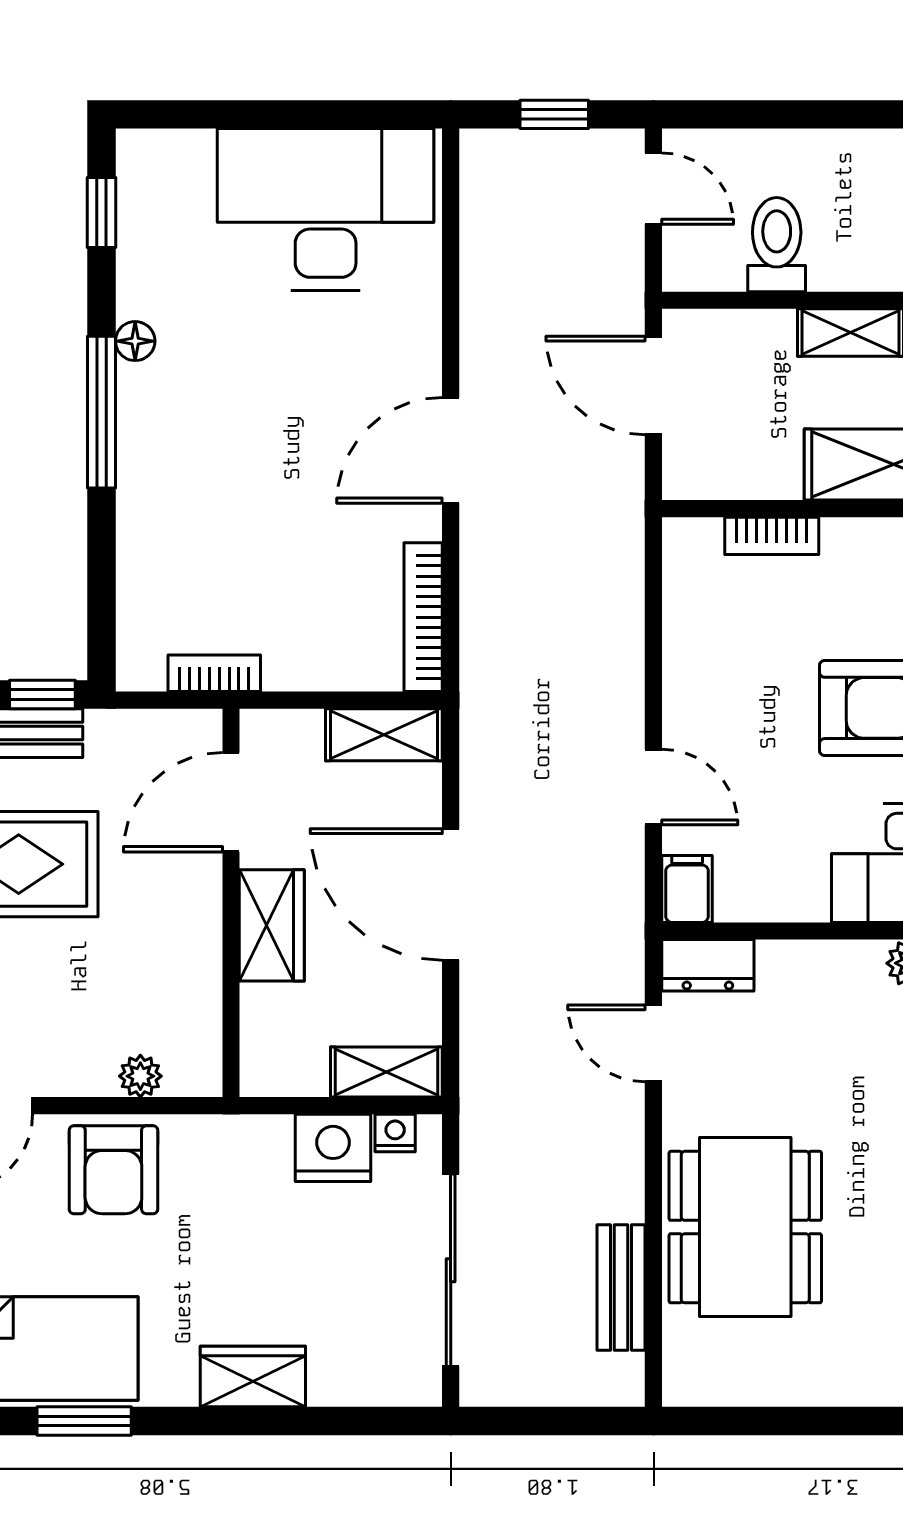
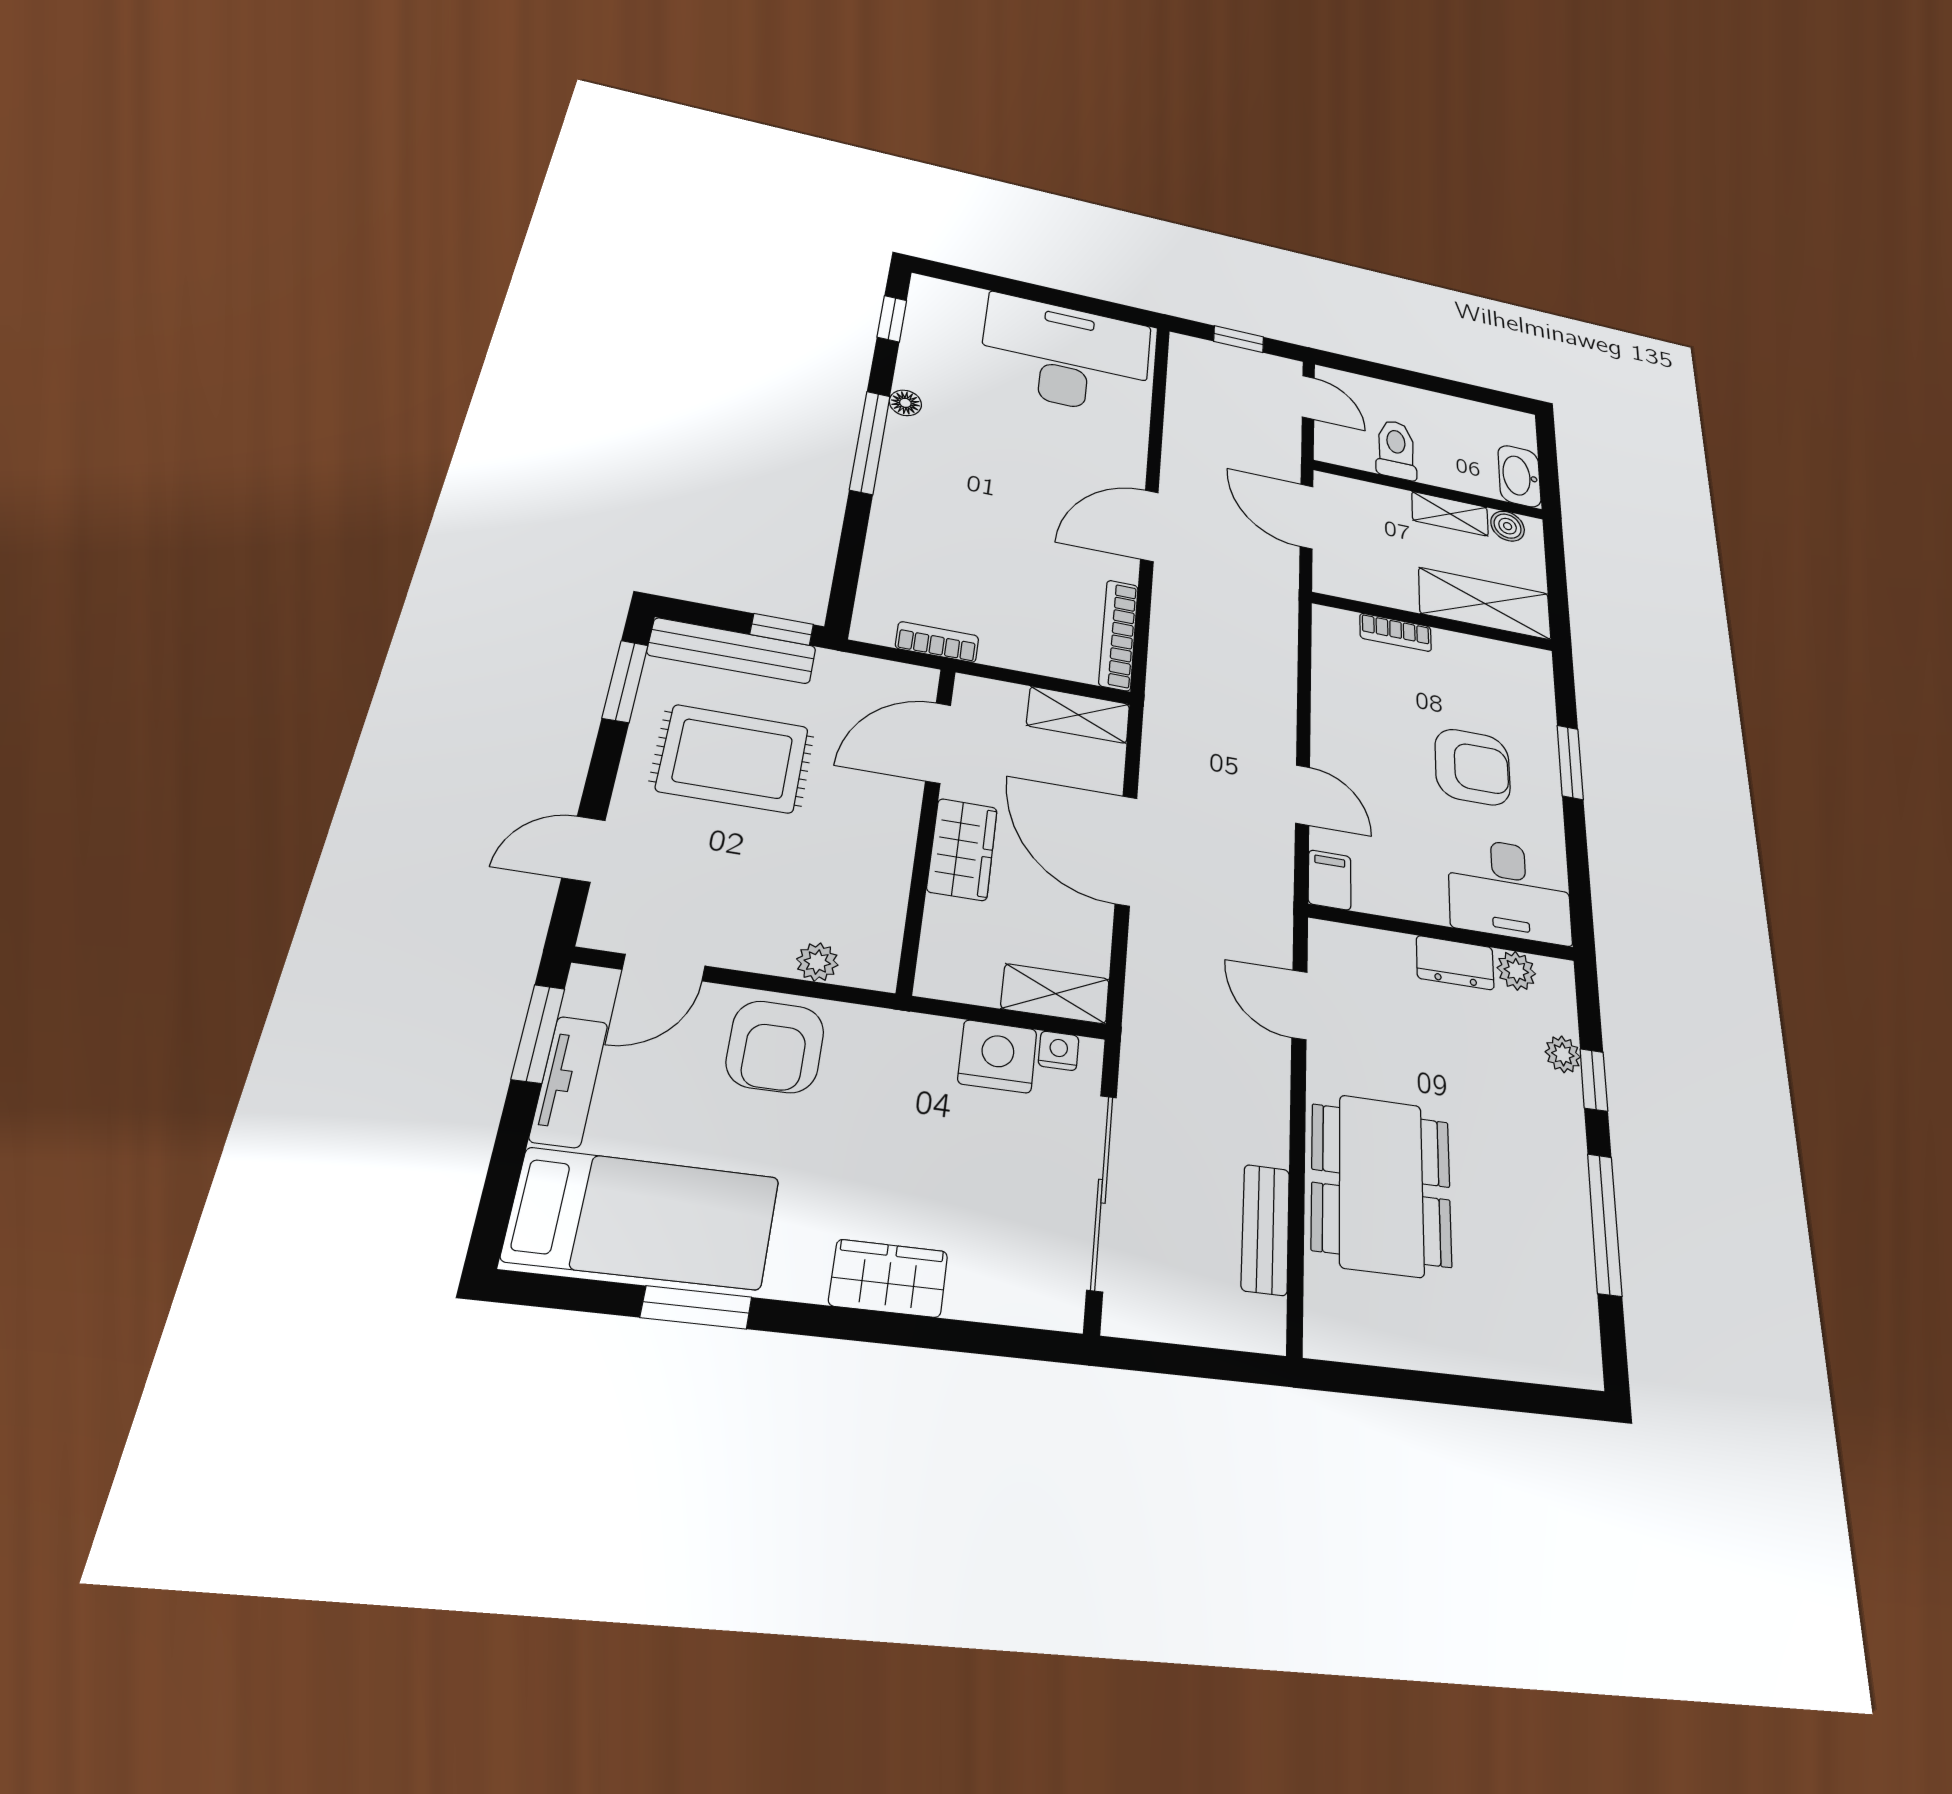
dresser: (708, 965) -> (1455, 963), moved

